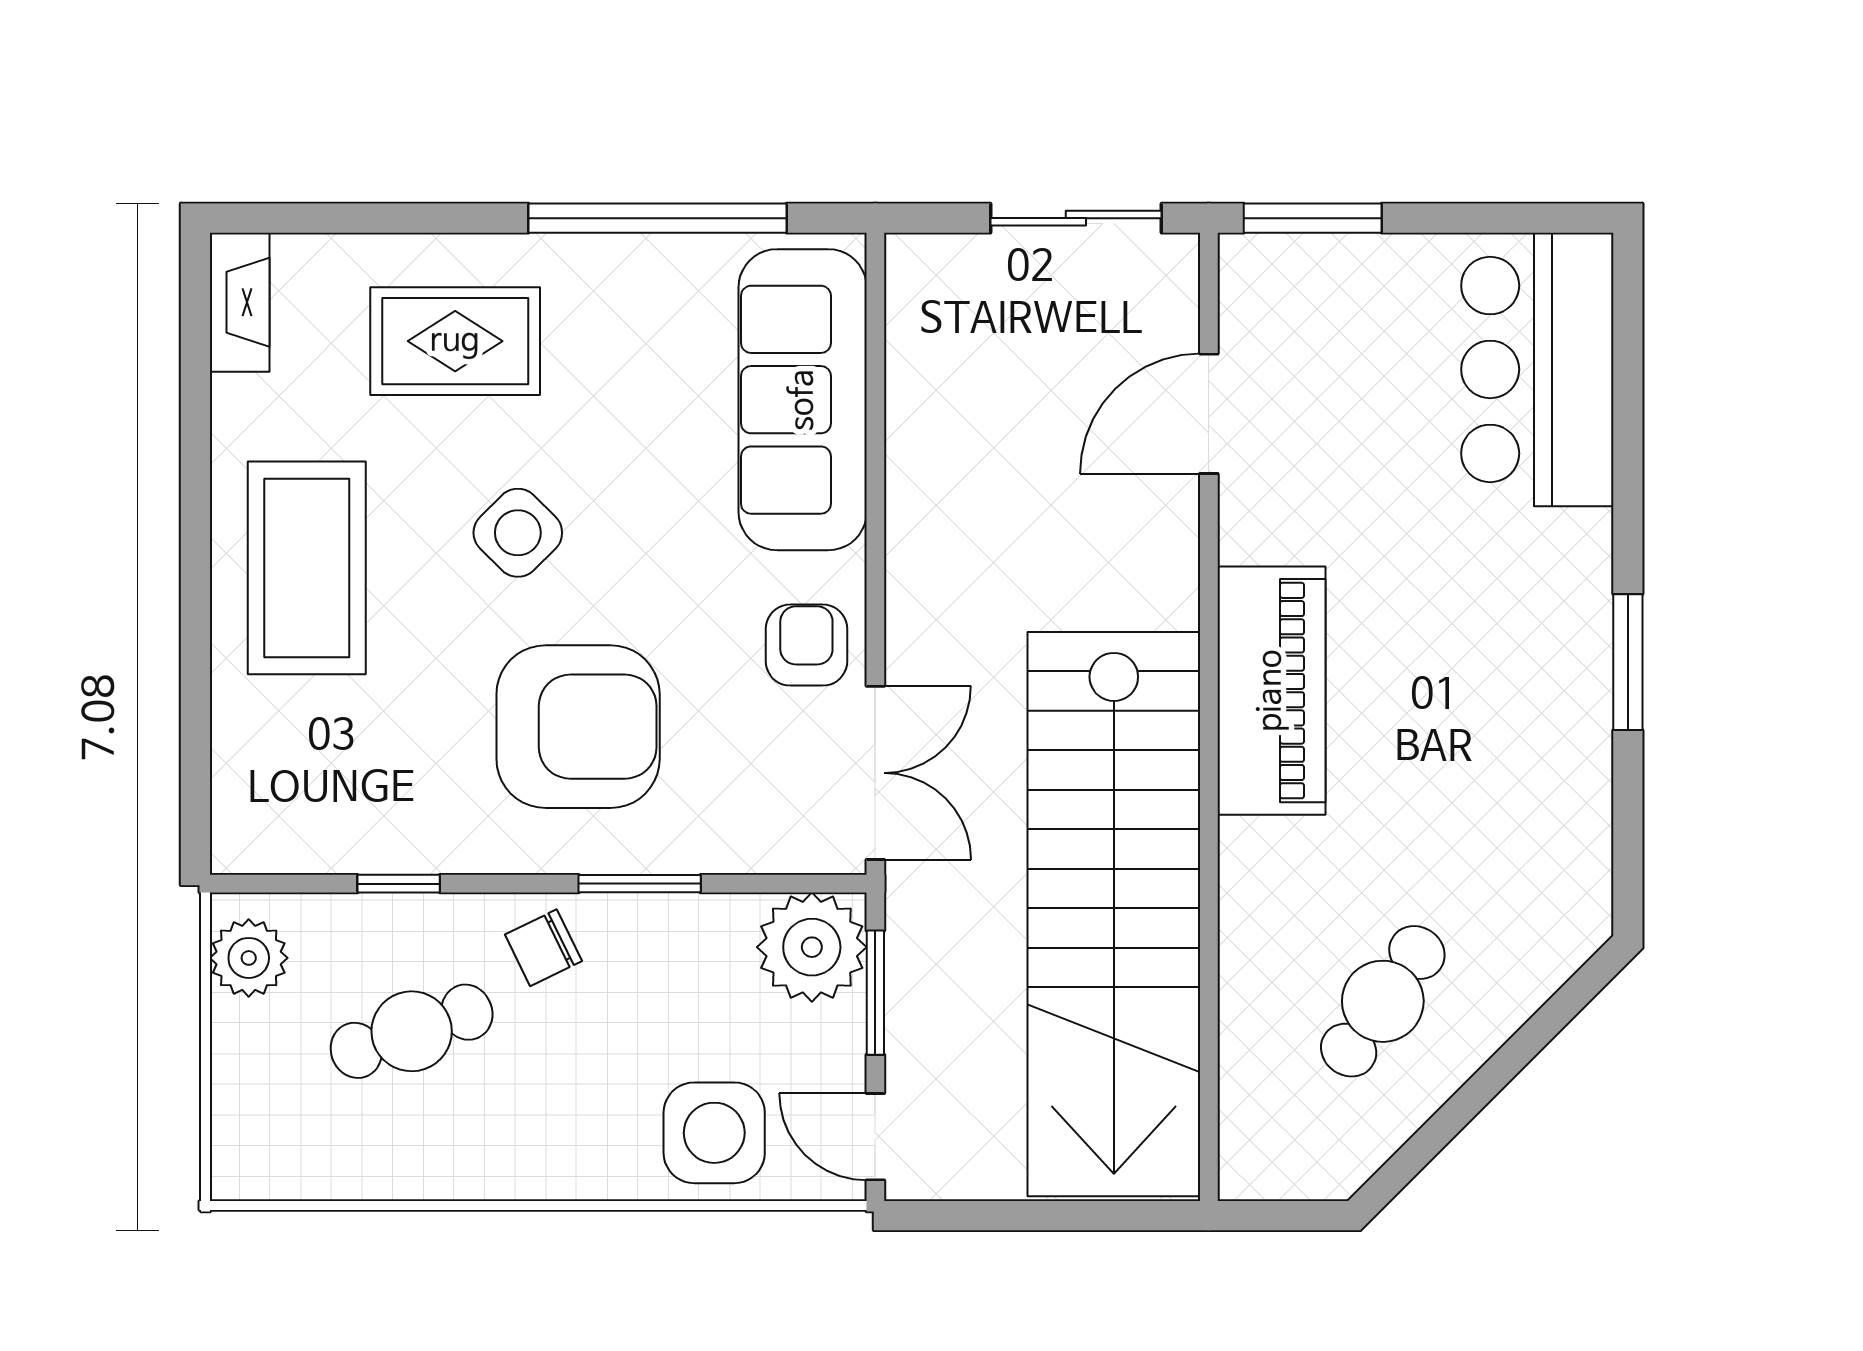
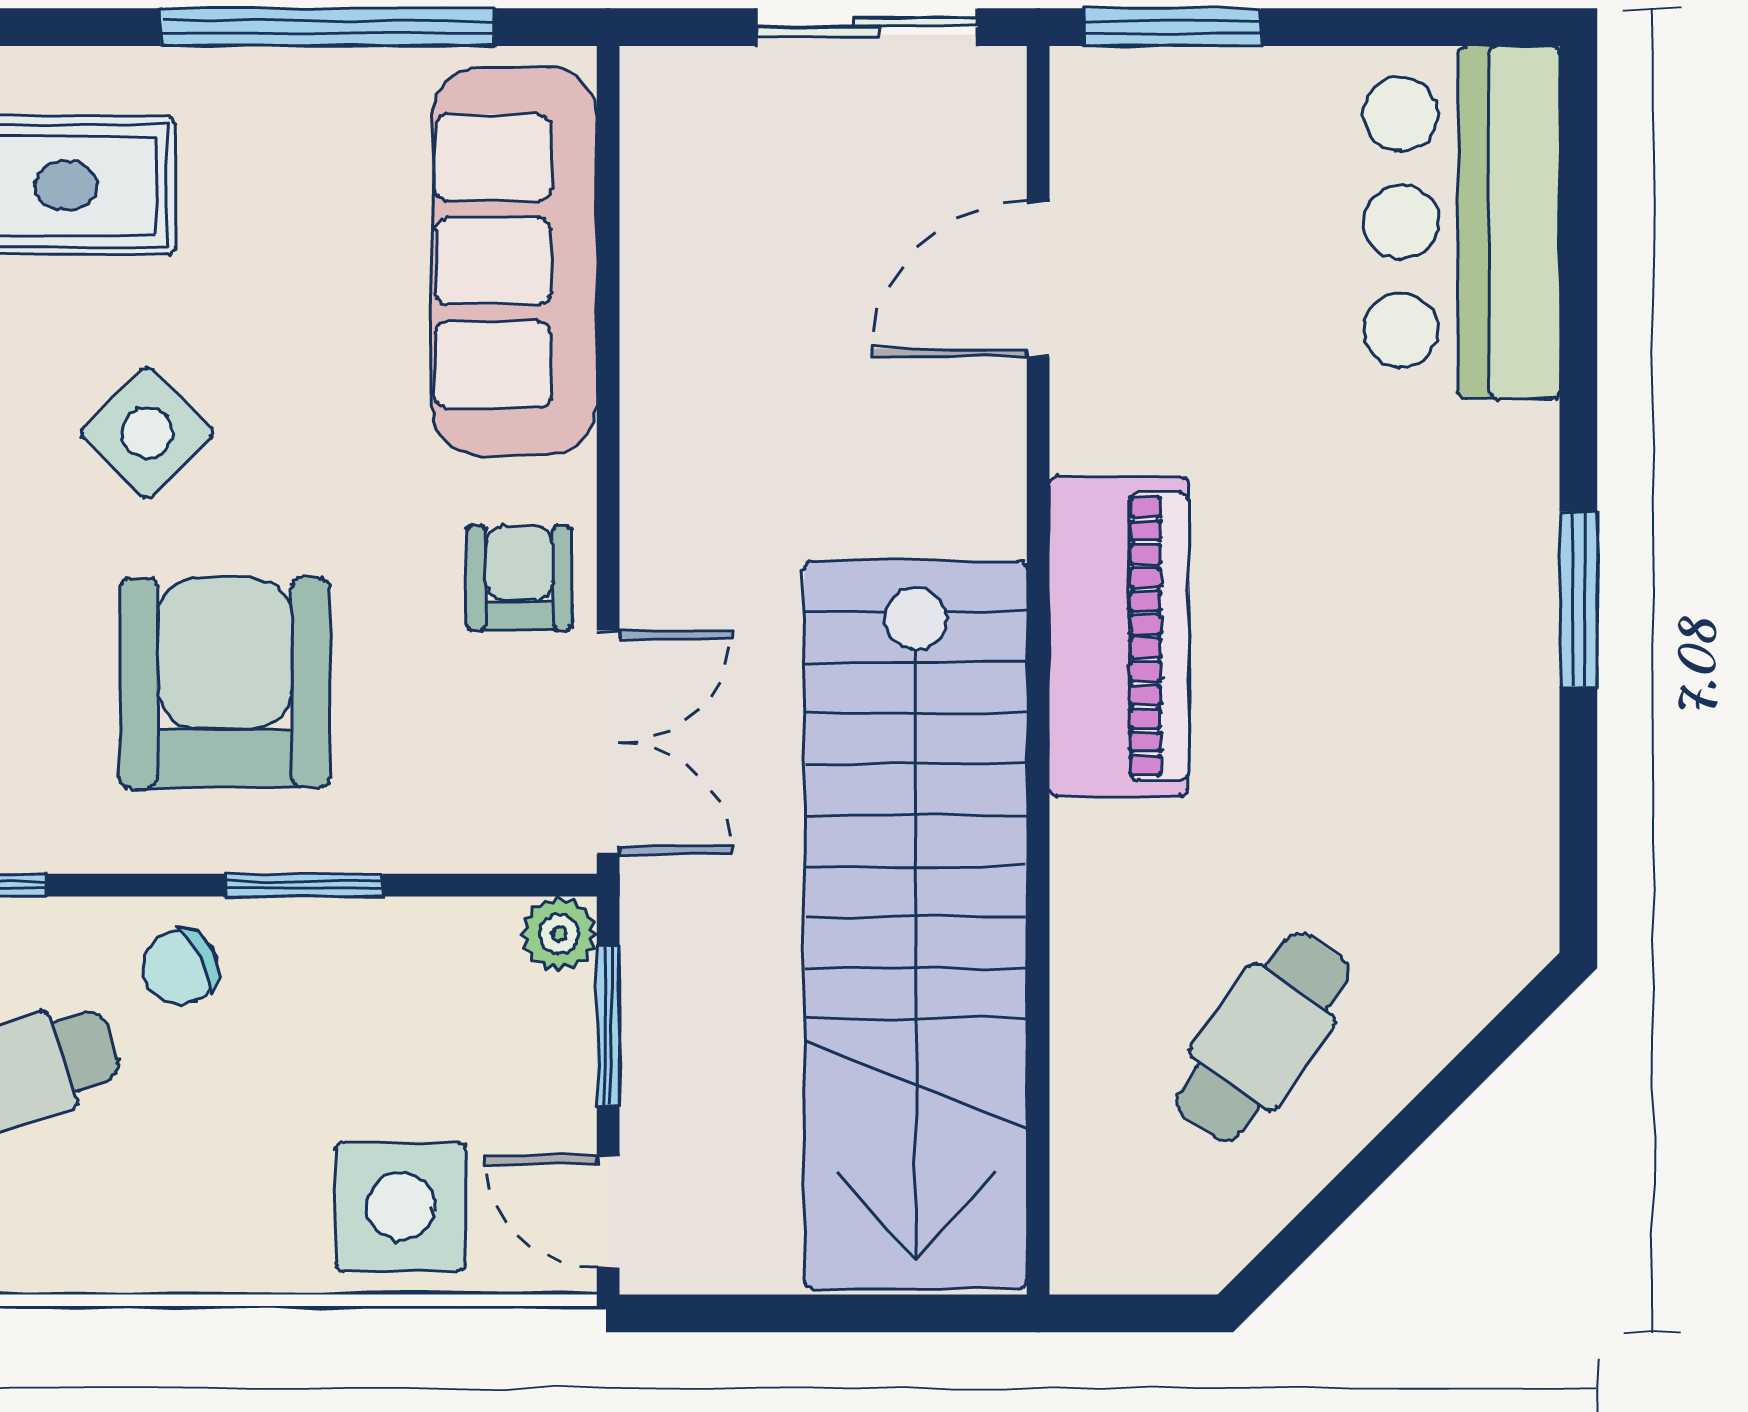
armchair: (578, 727) -> (225, 683), turned -90
plant: (812, 947) -> (559, 934), width x0.53, depth x0.53

